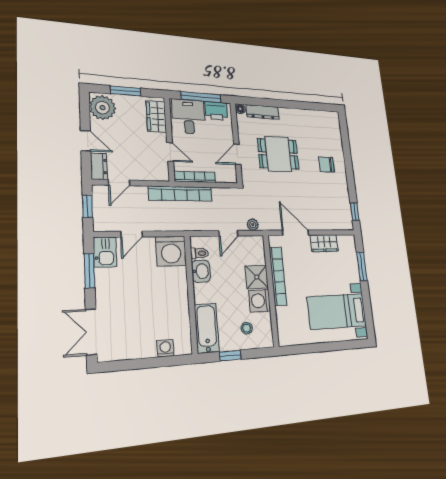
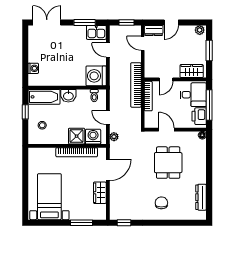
plant: (102, 108) -> (200, 30), width x0.53, depth x0.53
dresser: (262, 112) -> (201, 197), moved
washbasin: (201, 271) -> (68, 96), moved
washing machine: (260, 301) -> (93, 137), moved

